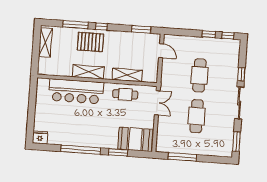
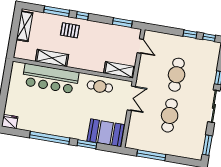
pallet: (90, 42) -> (70, 30), width x0.67, depth x0.71
shelving: (88, 72) -> (52, 58), moved
shelving: (127, 75) -> (119, 70), moved

